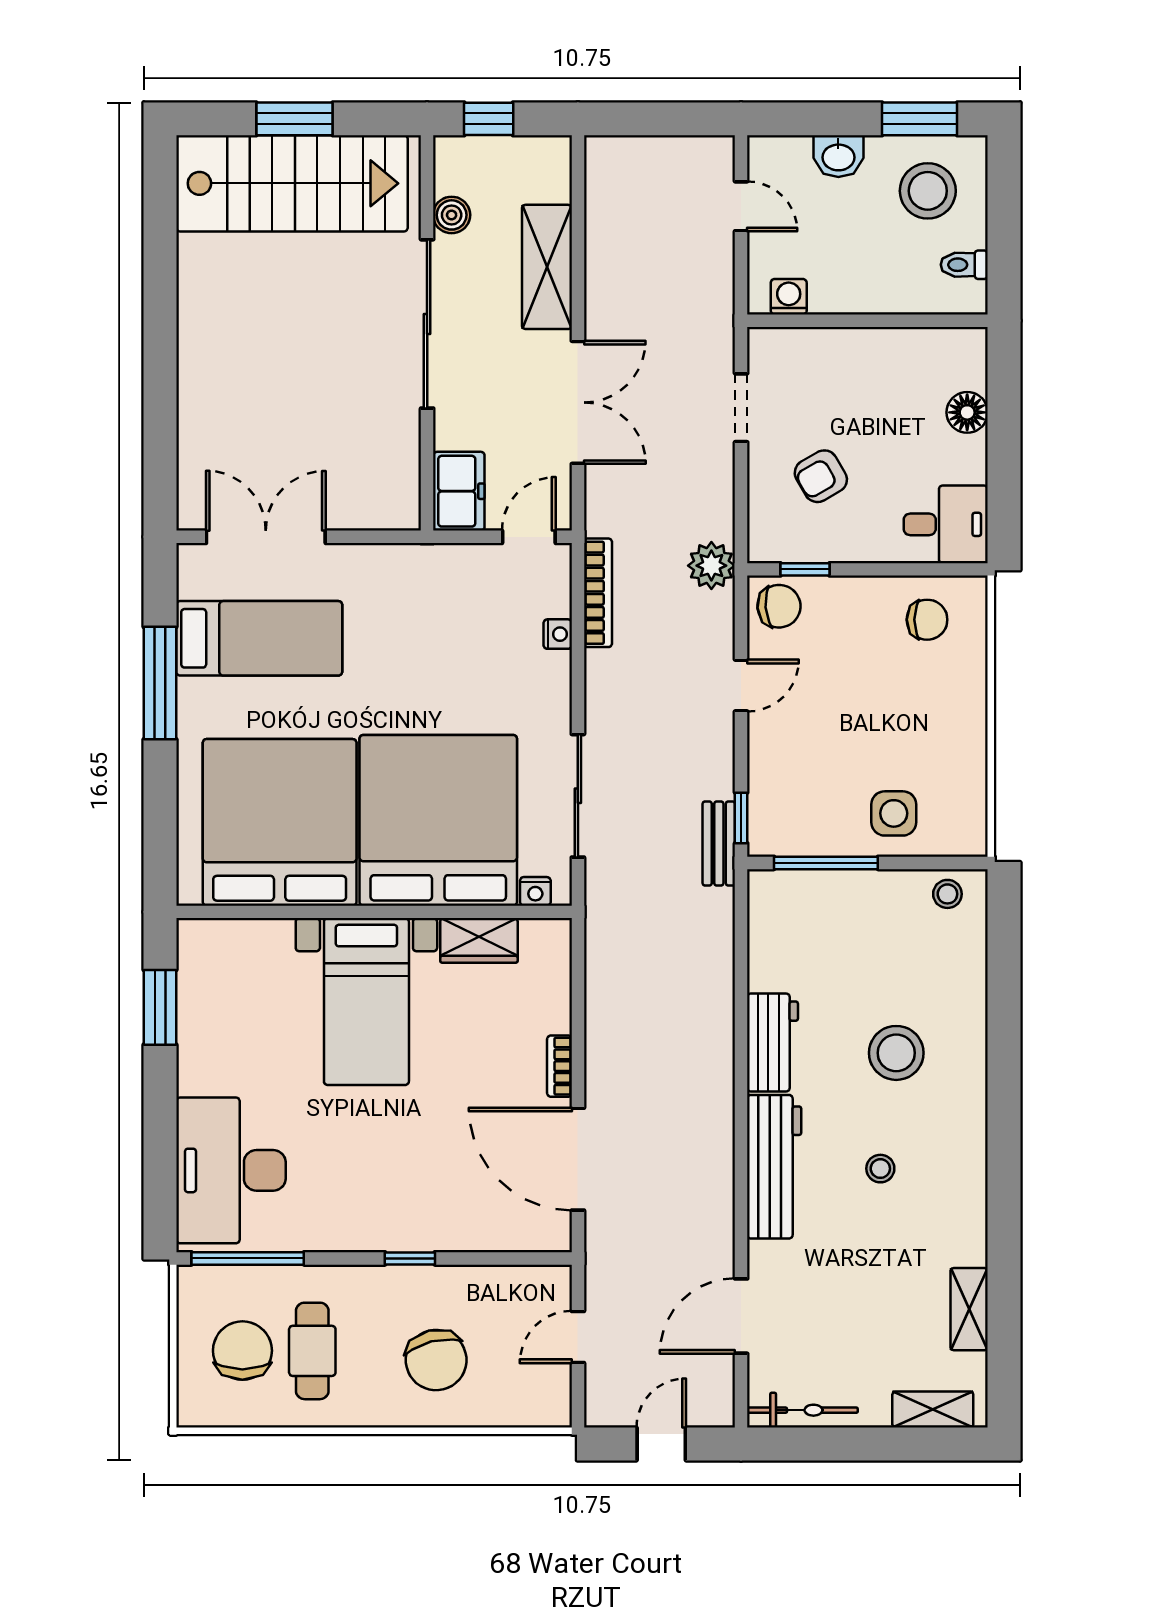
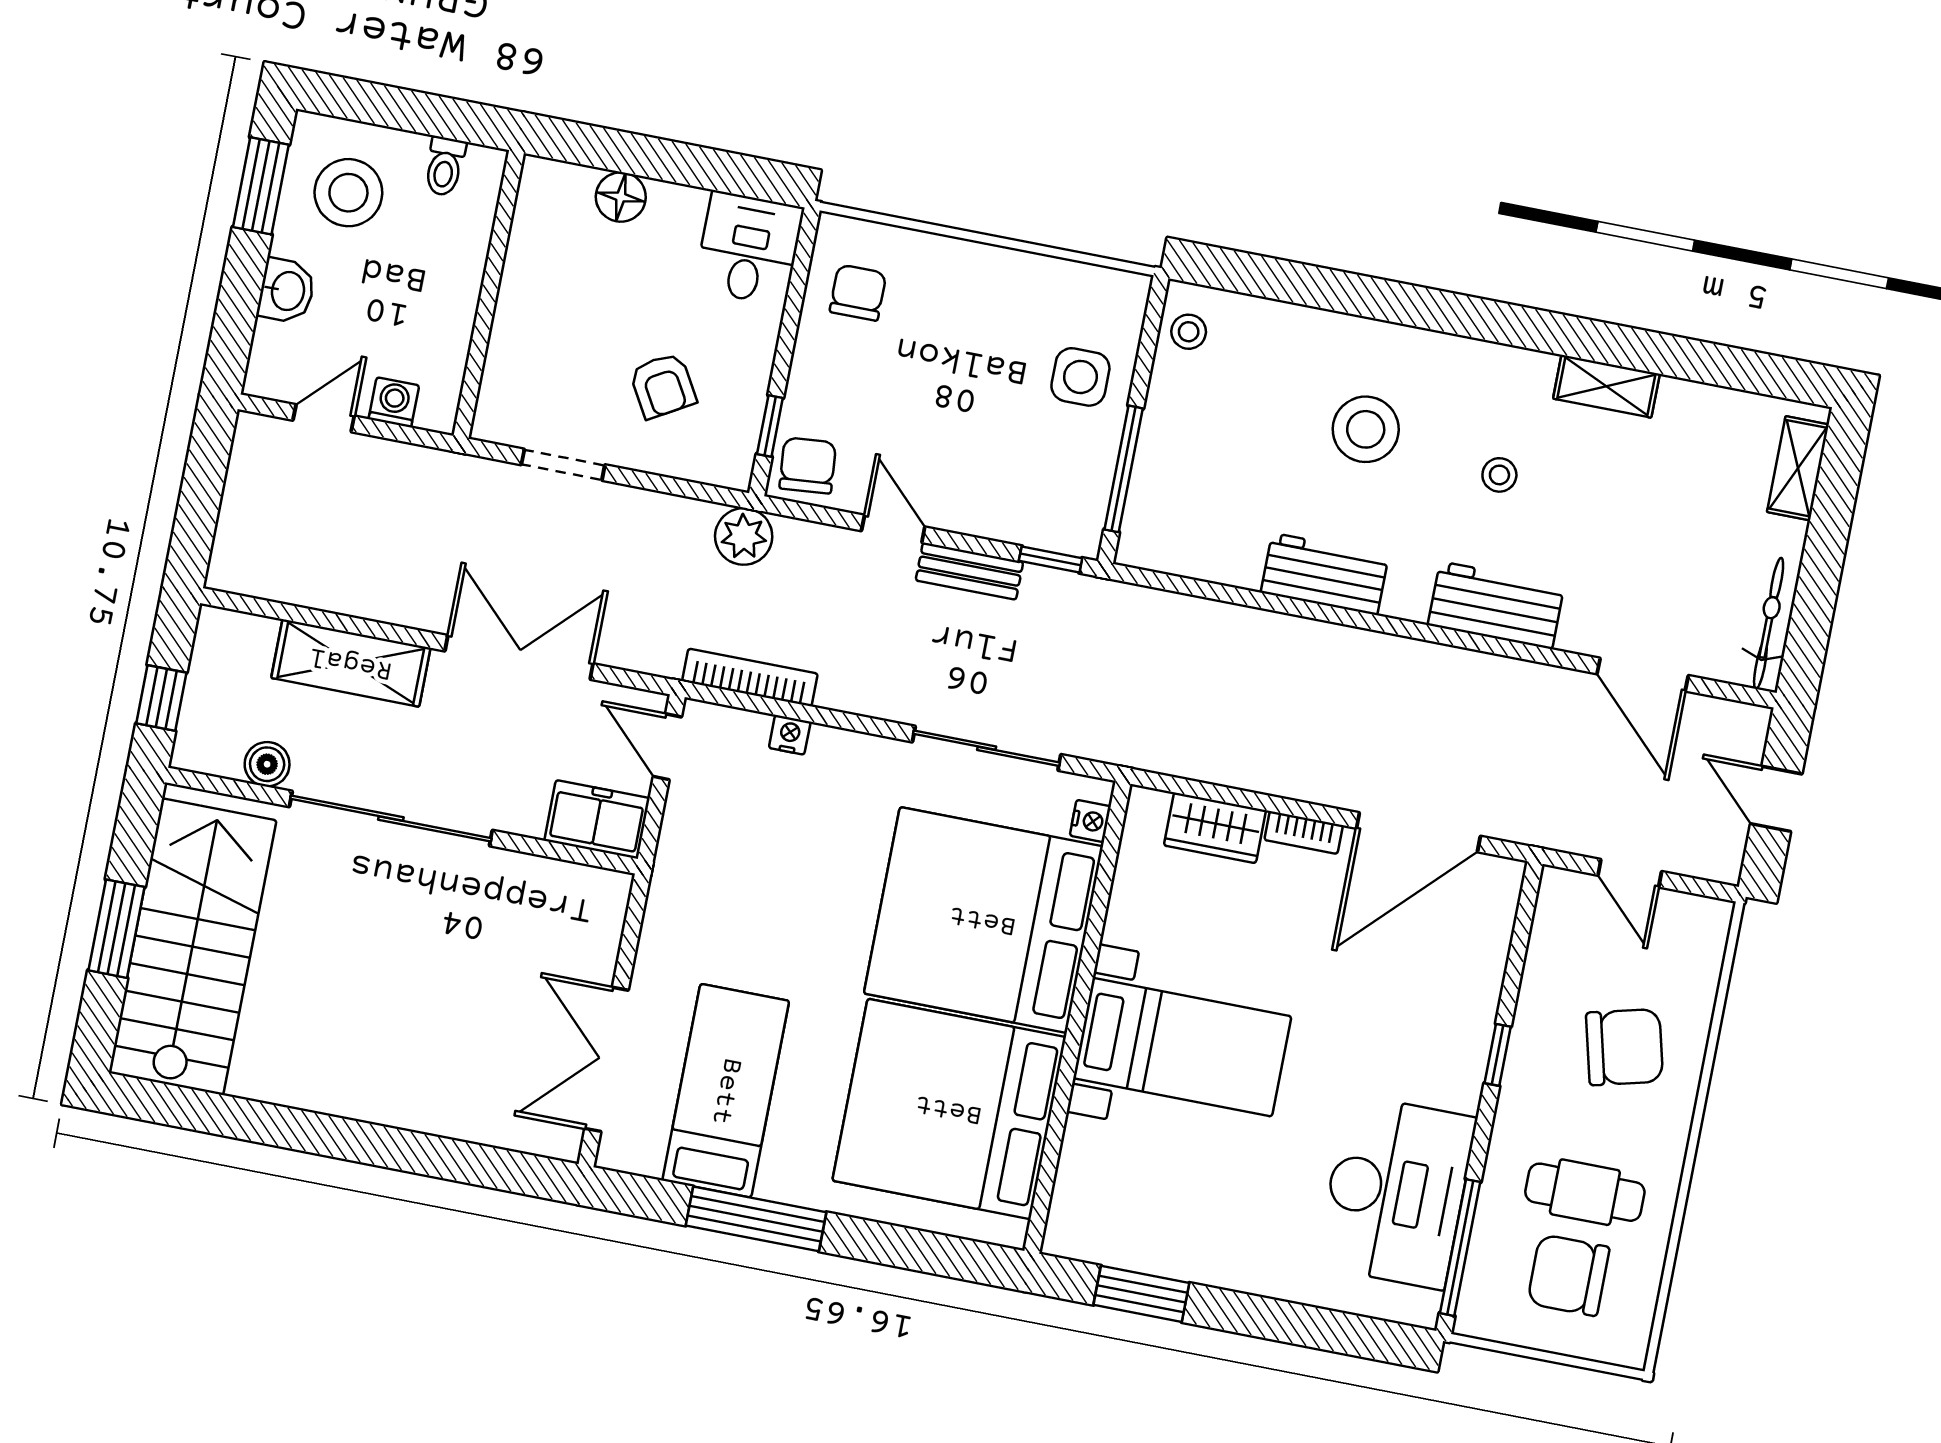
washing machine: (789, 297) -> (394, 402), moved, turned 90
bench: (719, 844) -> (969, 571), moved
wardrobe: (479, 940) -> (1215, 828), moved, turned 90
workbench: (774, 1167) -> (1496, 605), width x0.73
desk: (231, 1170) -> (1396, 1192), moved, turned -90
shelving: (969, 1309) -> (1606, 386), moved

